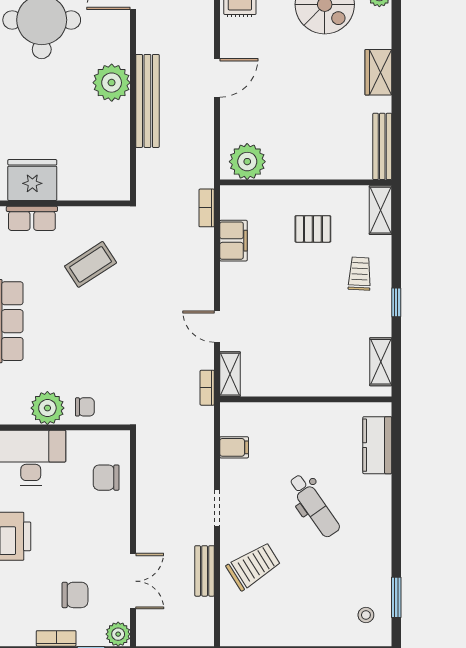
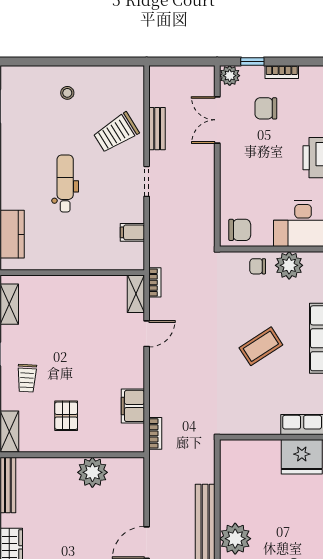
plant: (247, 162) -> (92, 472), moved
pallet: (313, 229) -> (66, 416), turned 90
coffee table: (91, 264) -> (261, 346), moved
door: (217, 327) -> (147, 334), hinge flipped
chair: (106, 478) -> (240, 230), moved
dental chair: (314, 506) -> (65, 183), turned 35
stool: (366, 615) -> (67, 93), moved

